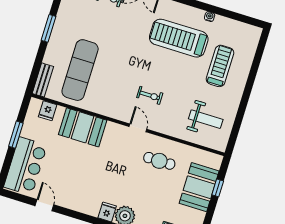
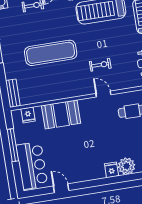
exercise mat: (80, 70) -> (51, 53), moved, turned 90
window: (16, 135) -> (13, 145), width x1.44

